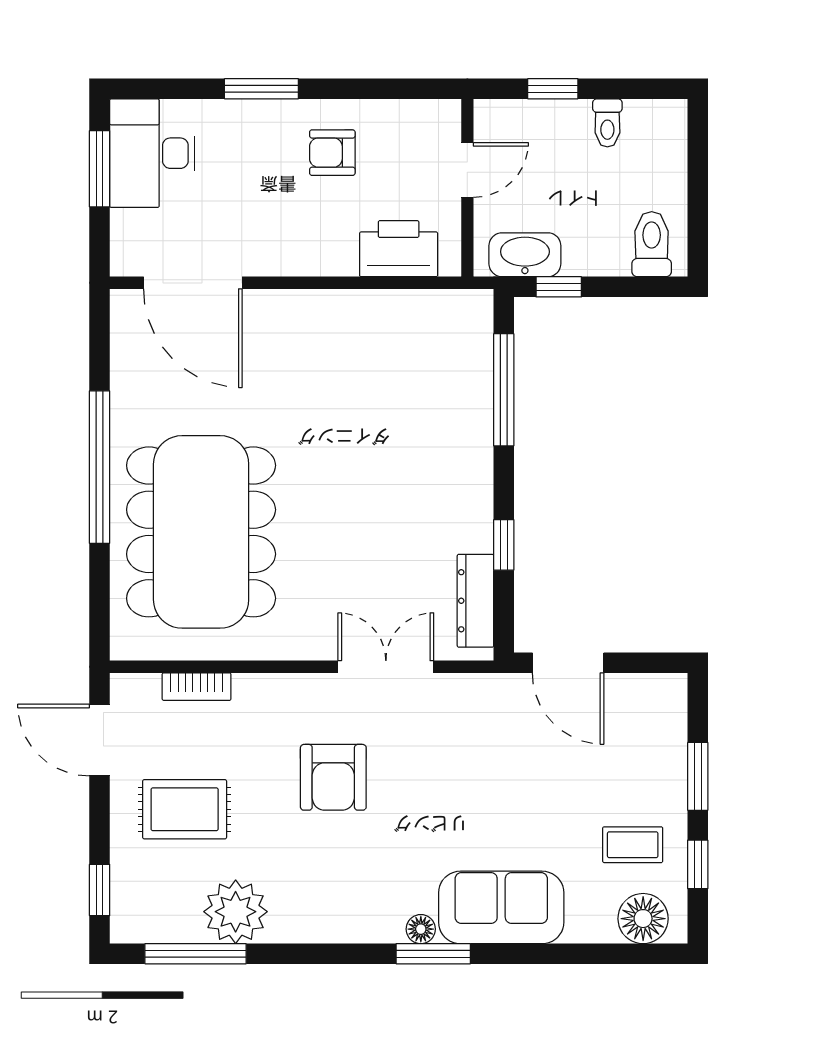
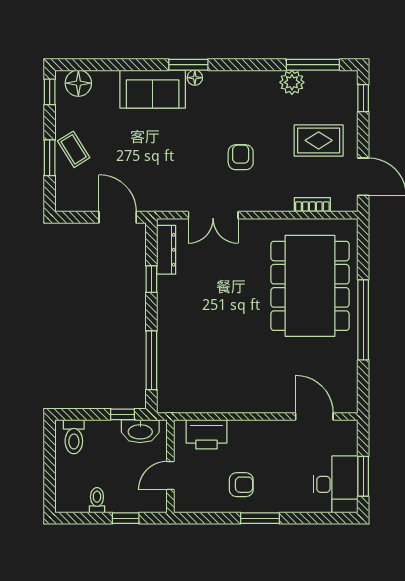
window: (261, 89) -> (260, 518), moved
door: (193, 283) -> (314, 416), width x0.73
armchair: (333, 777) -> (241, 157), width x0.72, depth x0.72
coffee table: (633, 845) -> (74, 149), moved, turned 58
window: (698, 864) -> (50, 92), moved
plant: (236, 912) -> (292, 82), width x0.73, depth x0.73

